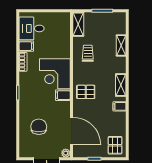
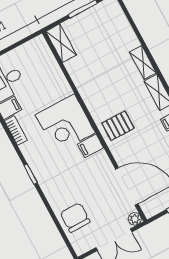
shelving: (121, 45) -> (143, 62), moved
trolley: (88, 53) -> (94, 74), removed
chair: (39, 127) -> (75, 217), moved

